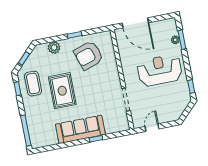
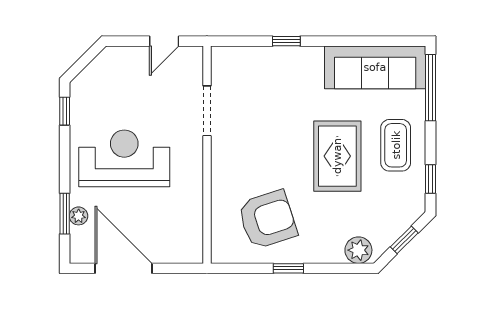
door: (135, 23) -> (123, 268), moved
plant: (54, 48) -> (358, 250), moved
reception desk: (160, 70) -> (124, 158), turned 180
coffee table: (33, 84) -> (396, 145), moved
sofa: (80, 129) -> (375, 67), moved

